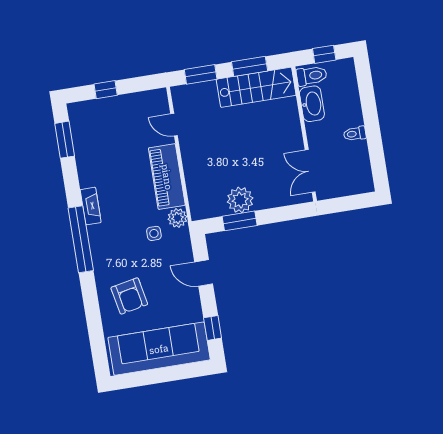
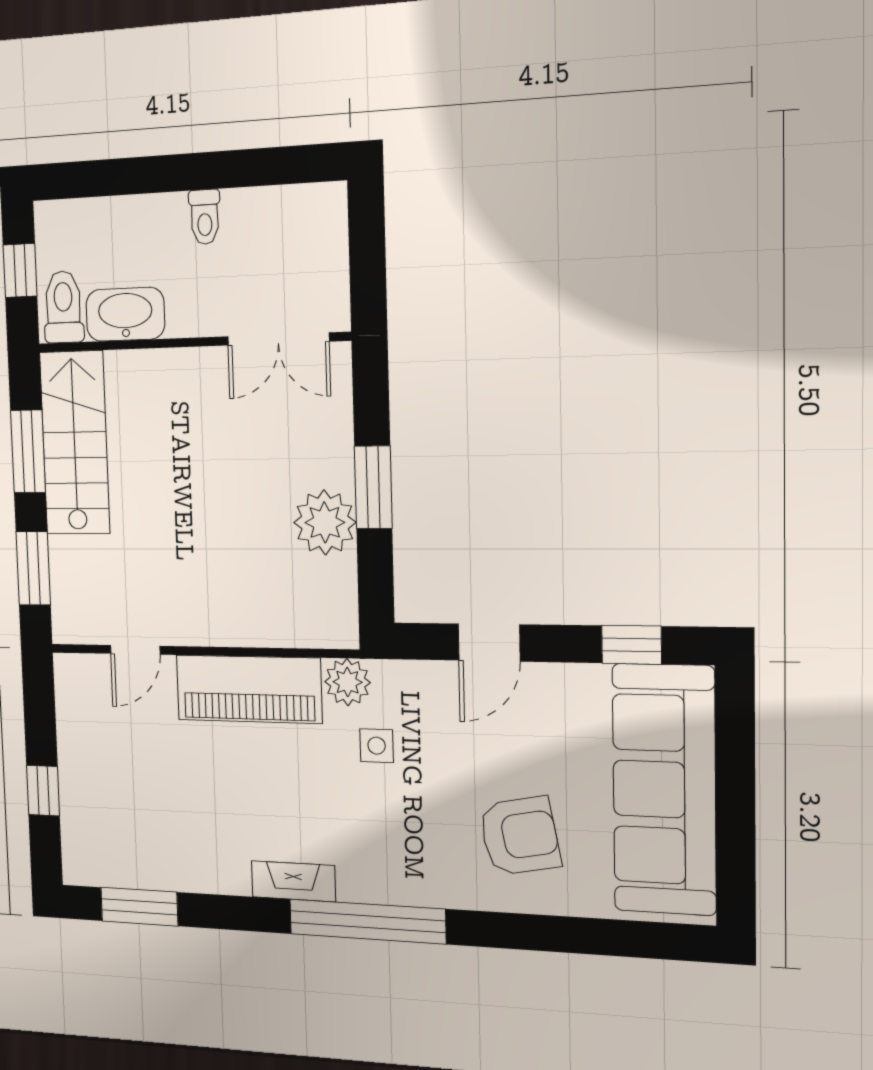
window: (240, 221) -> (373, 487), moved

